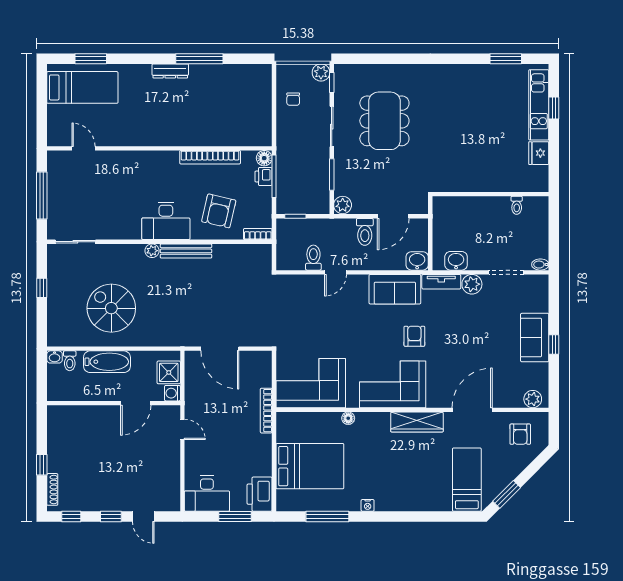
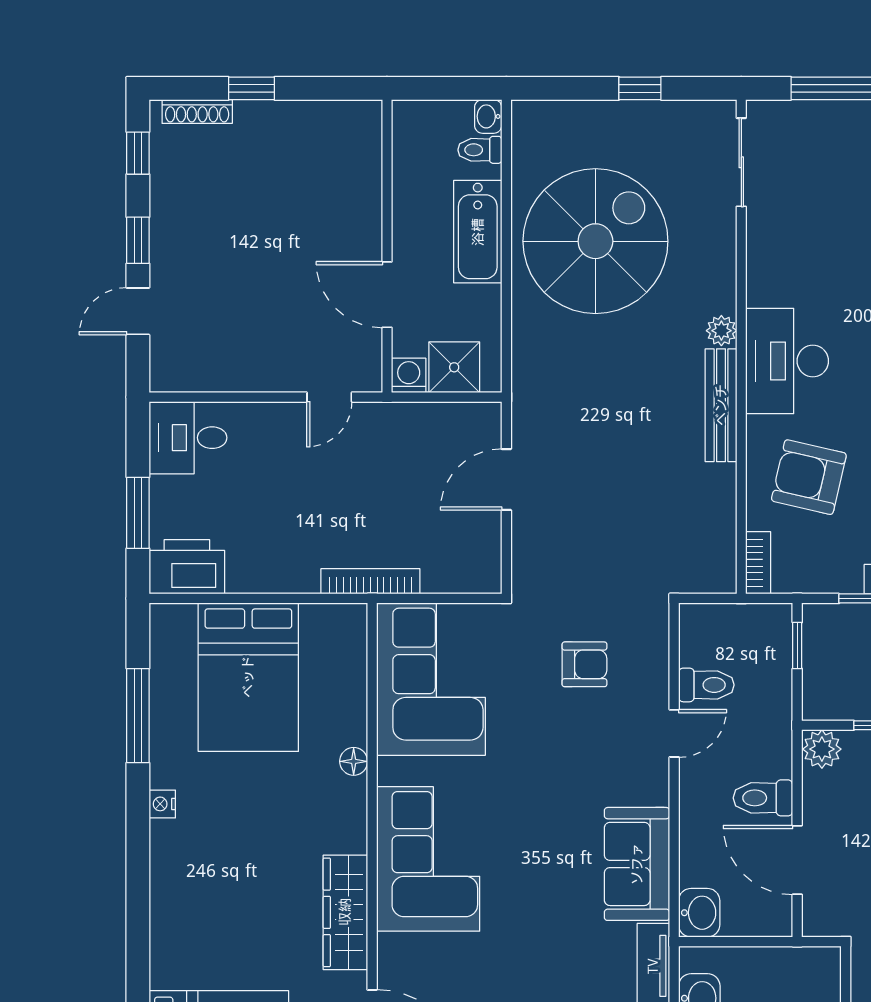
door: (335, 272) -> (674, 733), swing flipped
spiral stairs: (111, 308) -> (595, 241), width x1.37, depth x1.37
armchair: (414, 336) -> (584, 664), moved
door: (220, 349) -> (506, 479), width x0.73
desk: (207, 494) -> (188, 438), width x0.73

